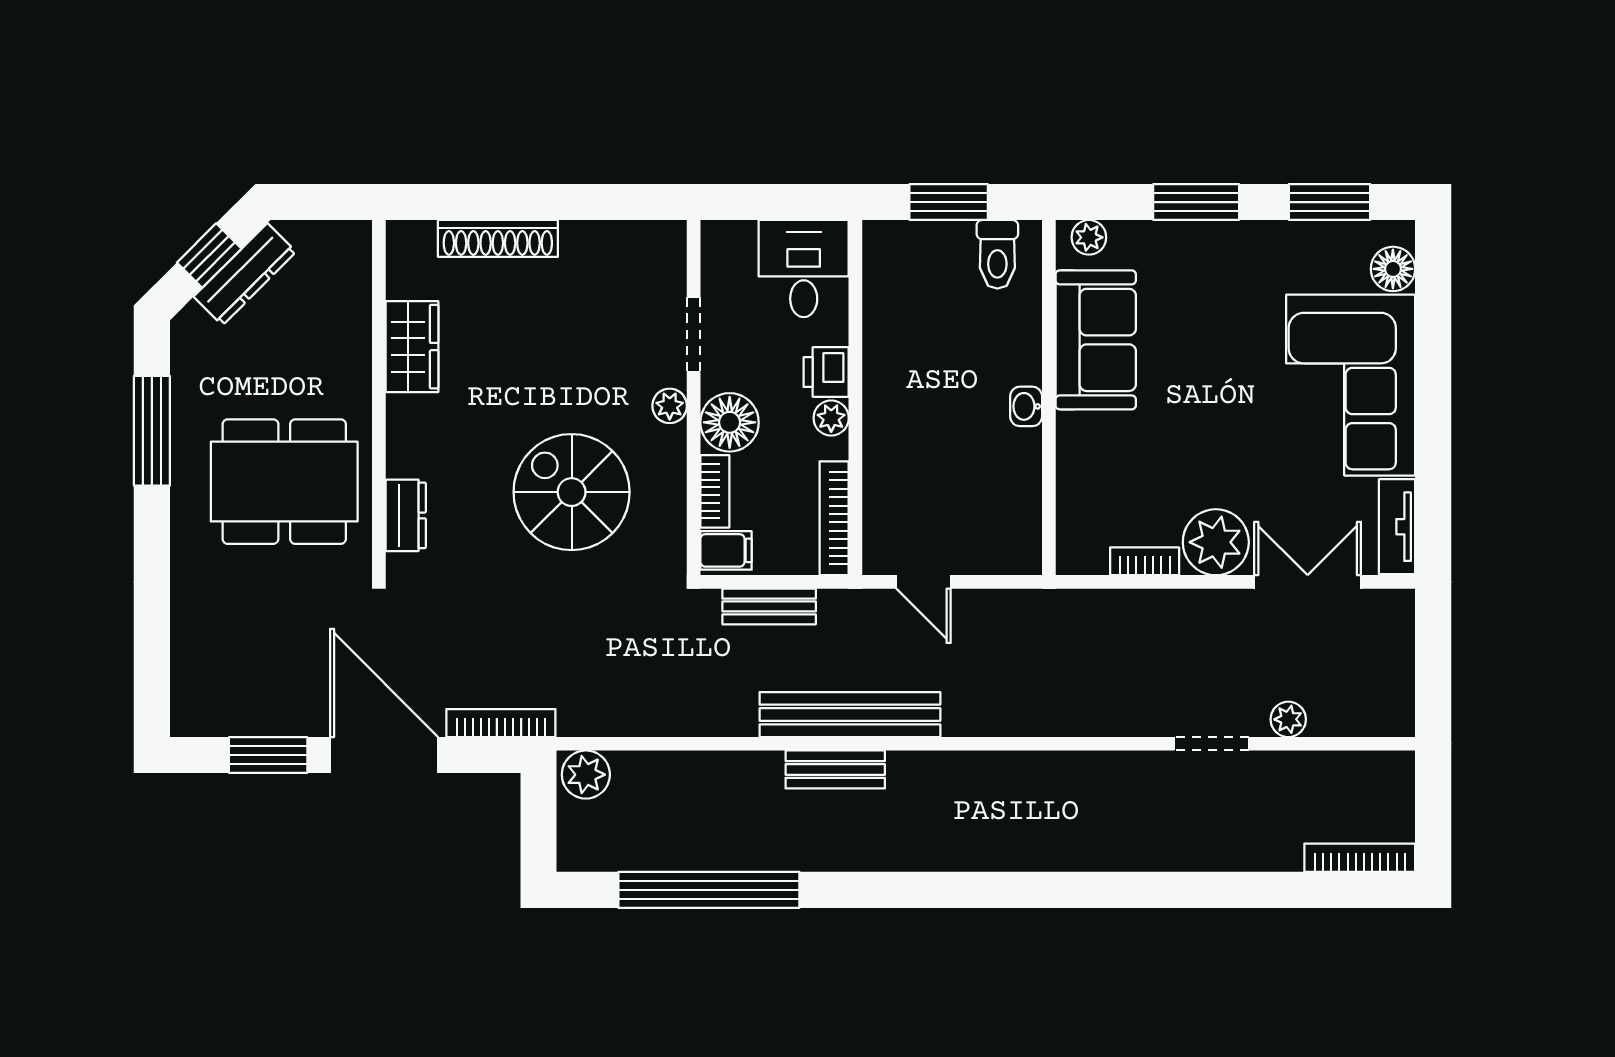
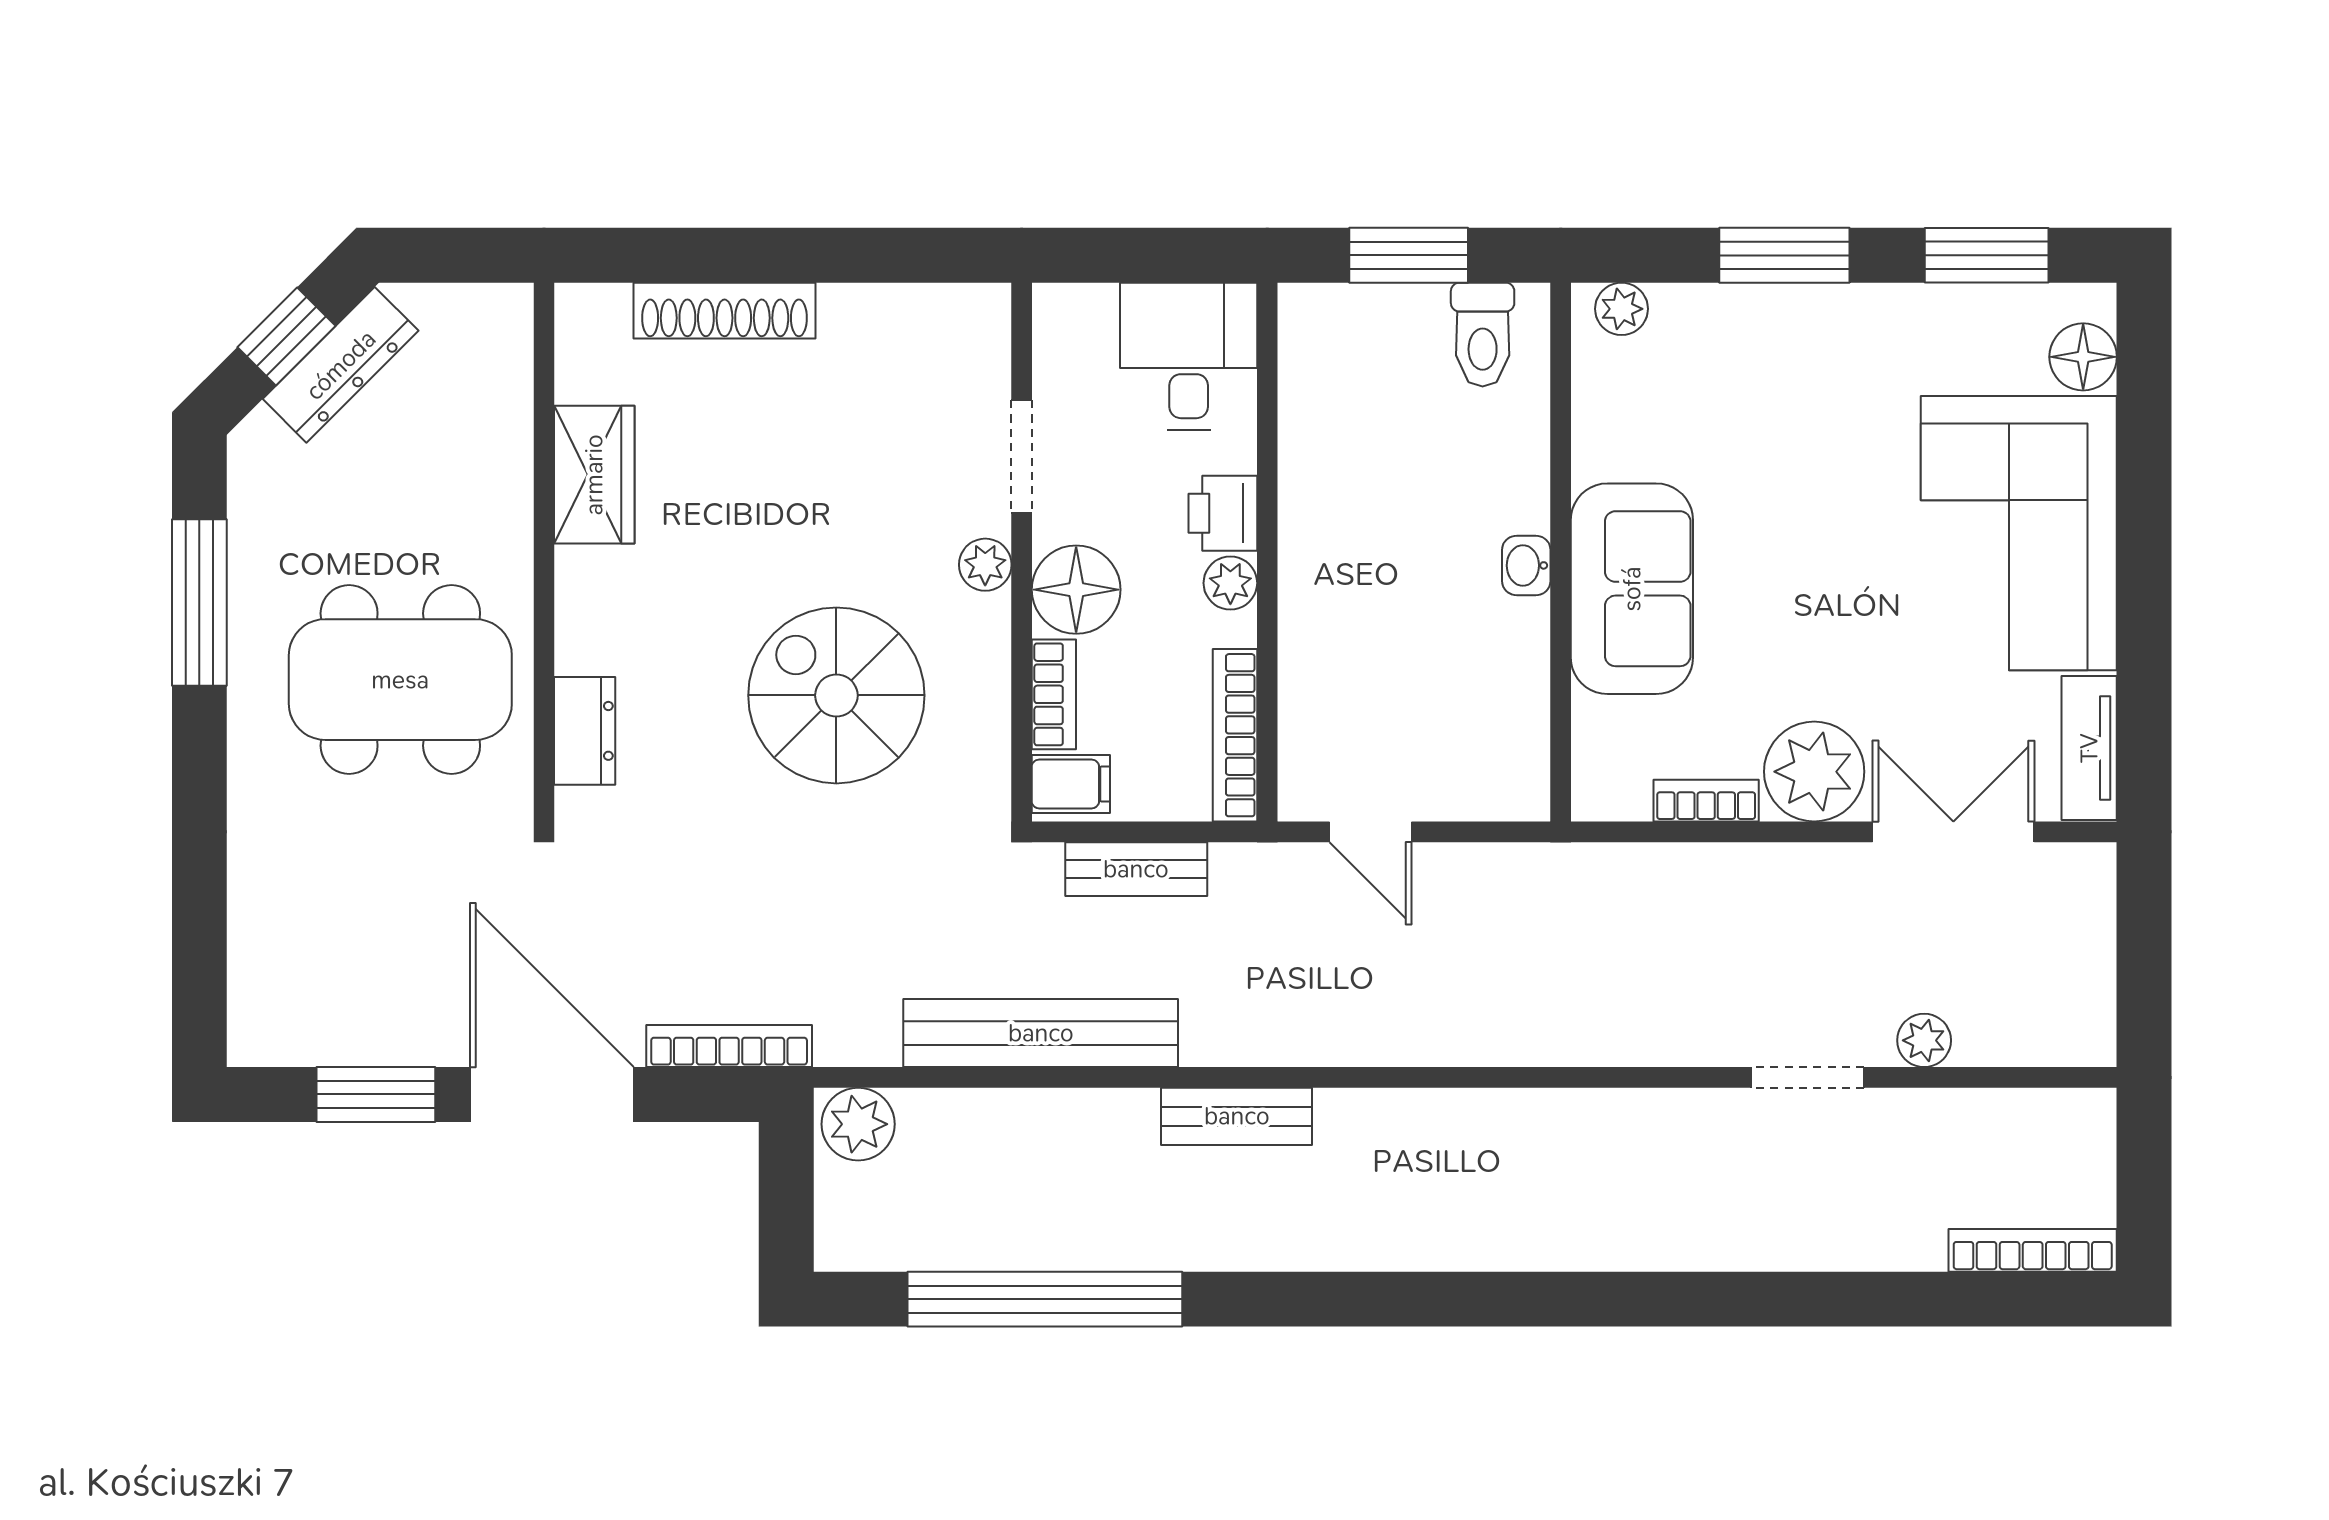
sofa: (1096, 340) -> (1632, 589), moved
bench: (850, 715) -> (1041, 1033), moved

